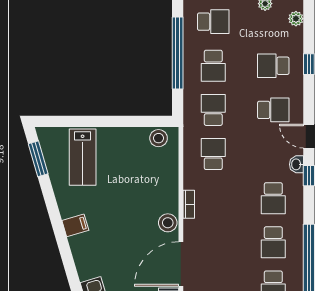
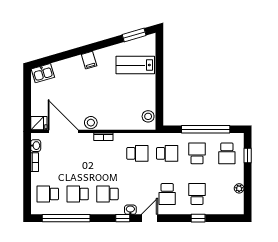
plant: (296, 19) -> (229, 209), removed
school desk: (213, 66) -> (197, 153), turned 90

